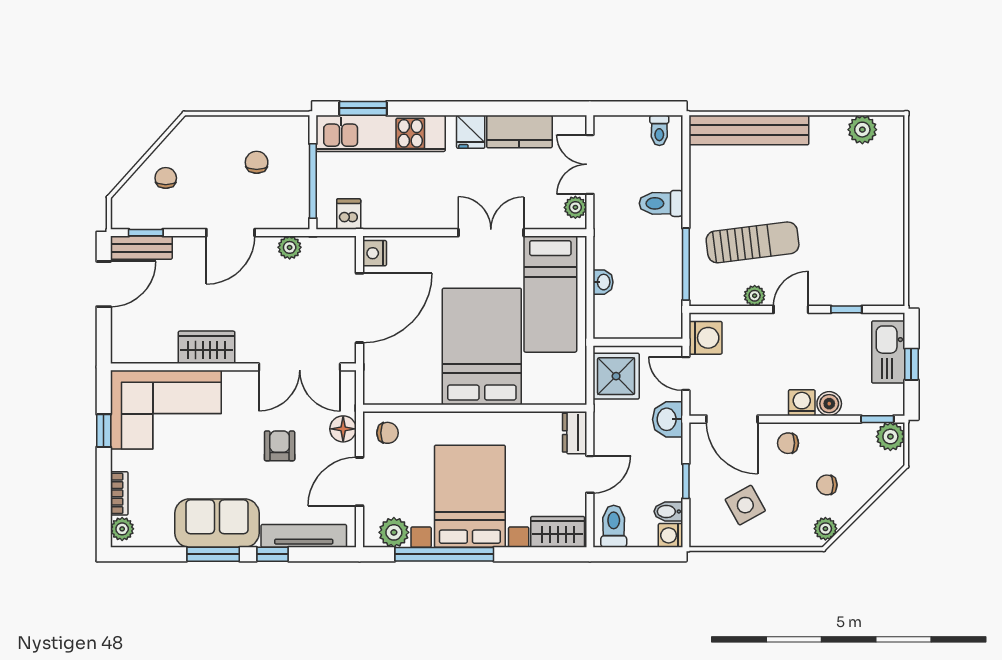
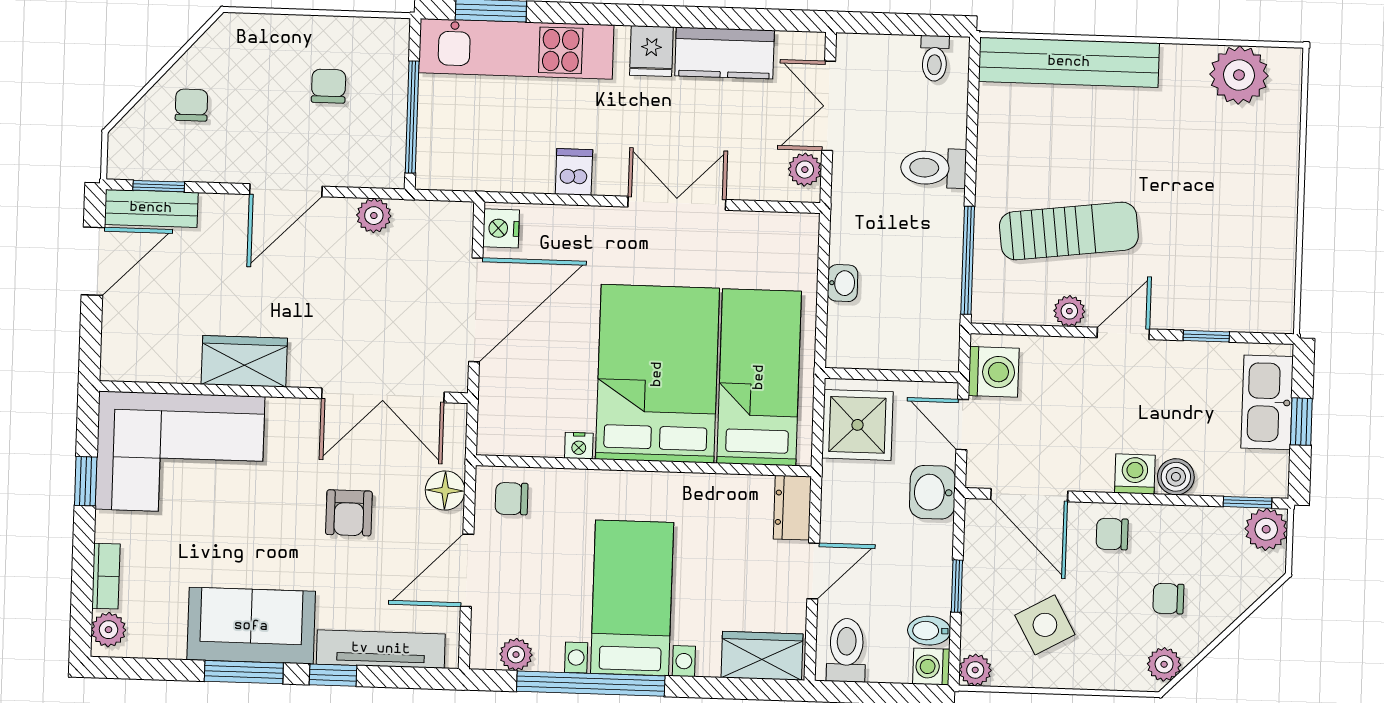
plant: (862, 130) -> (1239, 75), width x1.36, depth x1.36
dishwasher: (349, 214) -> (574, 172), moved
bed: (550, 294) -> (759, 377), moved, turned 180
nightstand: (431, 396) -> (579, 446), added
chair: (388, 433) -> (512, 499), turned 180
armchair: (280, 446) -> (349, 513), turned 180
bed with nightstands: (470, 496) -> (632, 598), width x0.73
plant: (394, 532) -> (516, 655), width x0.73, depth x0.73
plant: (700, 537) -> (975, 670), added

